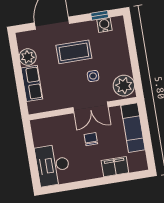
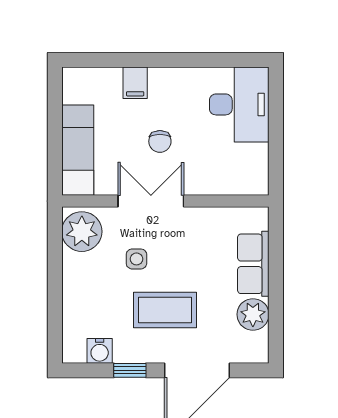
window: (100, 15) -> (130, 370), moved
filing cabinet: (115, 167) -> (135, 83), width x0.50

